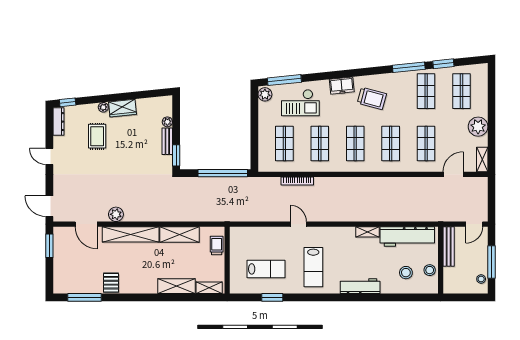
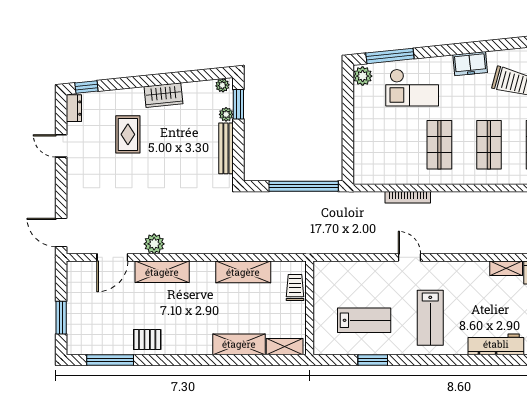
plant: (103, 107) -> (222, 85), moved
dresser: (59, 122) -> (74, 108), width x0.70
bench: (167, 141) -> (226, 148), width x1.36
shop shelf: (284, 143) -> (390, 145), removed
window: (176, 155) -> (238, 104), moved
door: (49, 156) -> (61, 146), moved
door: (86, 224) -> (112, 257), hinge flipped
shelving: (131, 234) -> (162, 272), width x0.68
window: (49, 246) -> (61, 318), moved
pallet: (111, 283) -> (147, 340), turned 90

